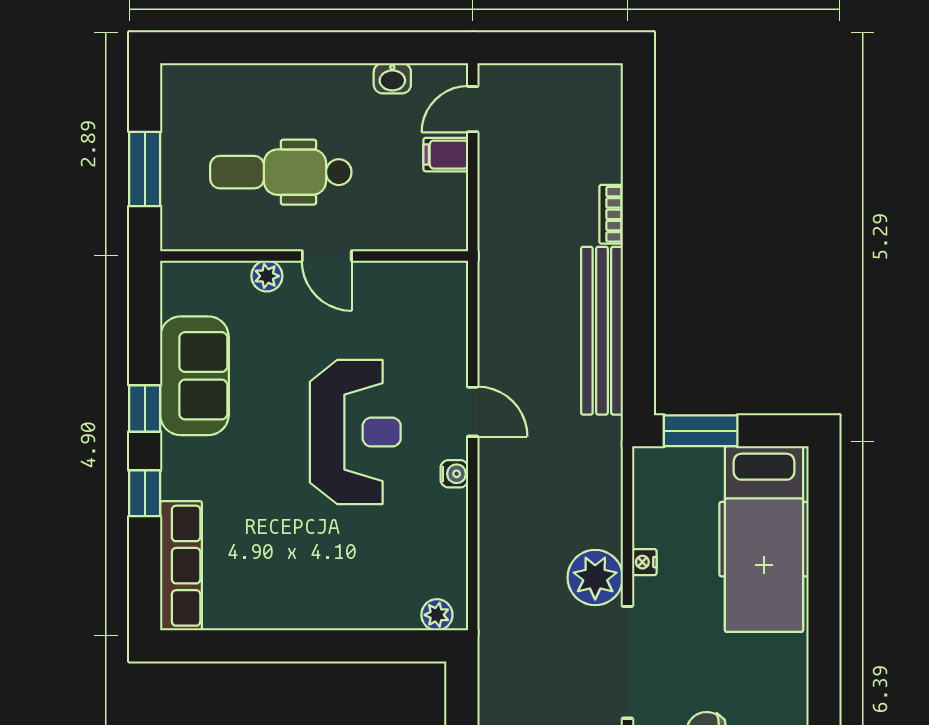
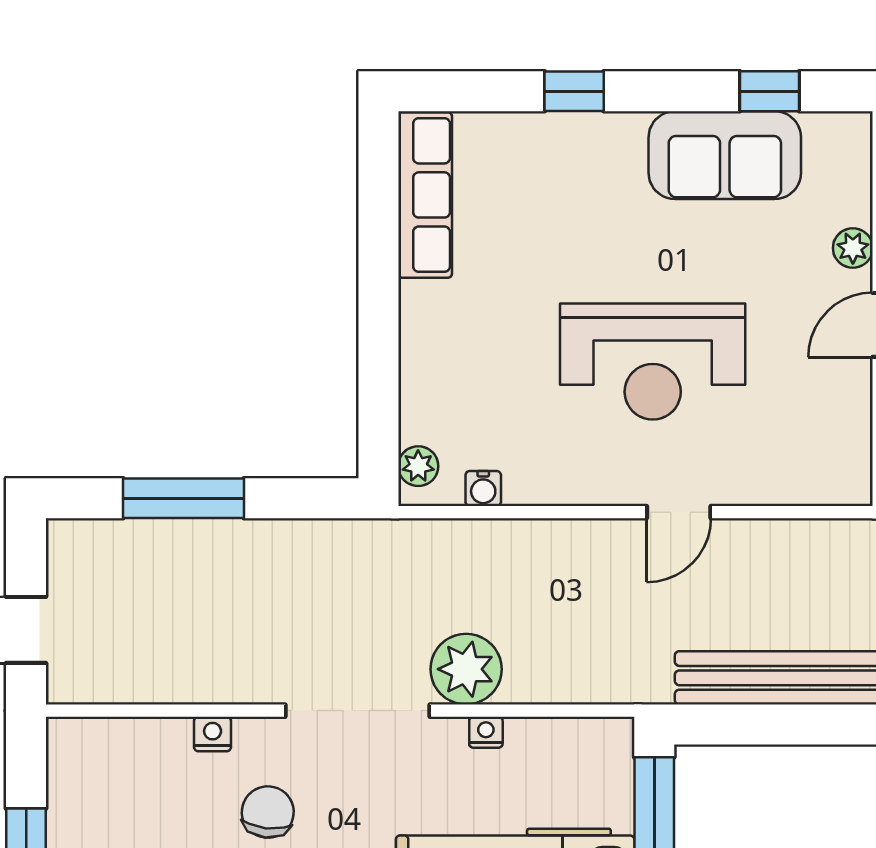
window: (145, 408) -> (770, 91), moved
water cooler: (454, 474) -> (483, 488), moved
row of seats: (181, 566) -> (425, 195), moved, turned -90

